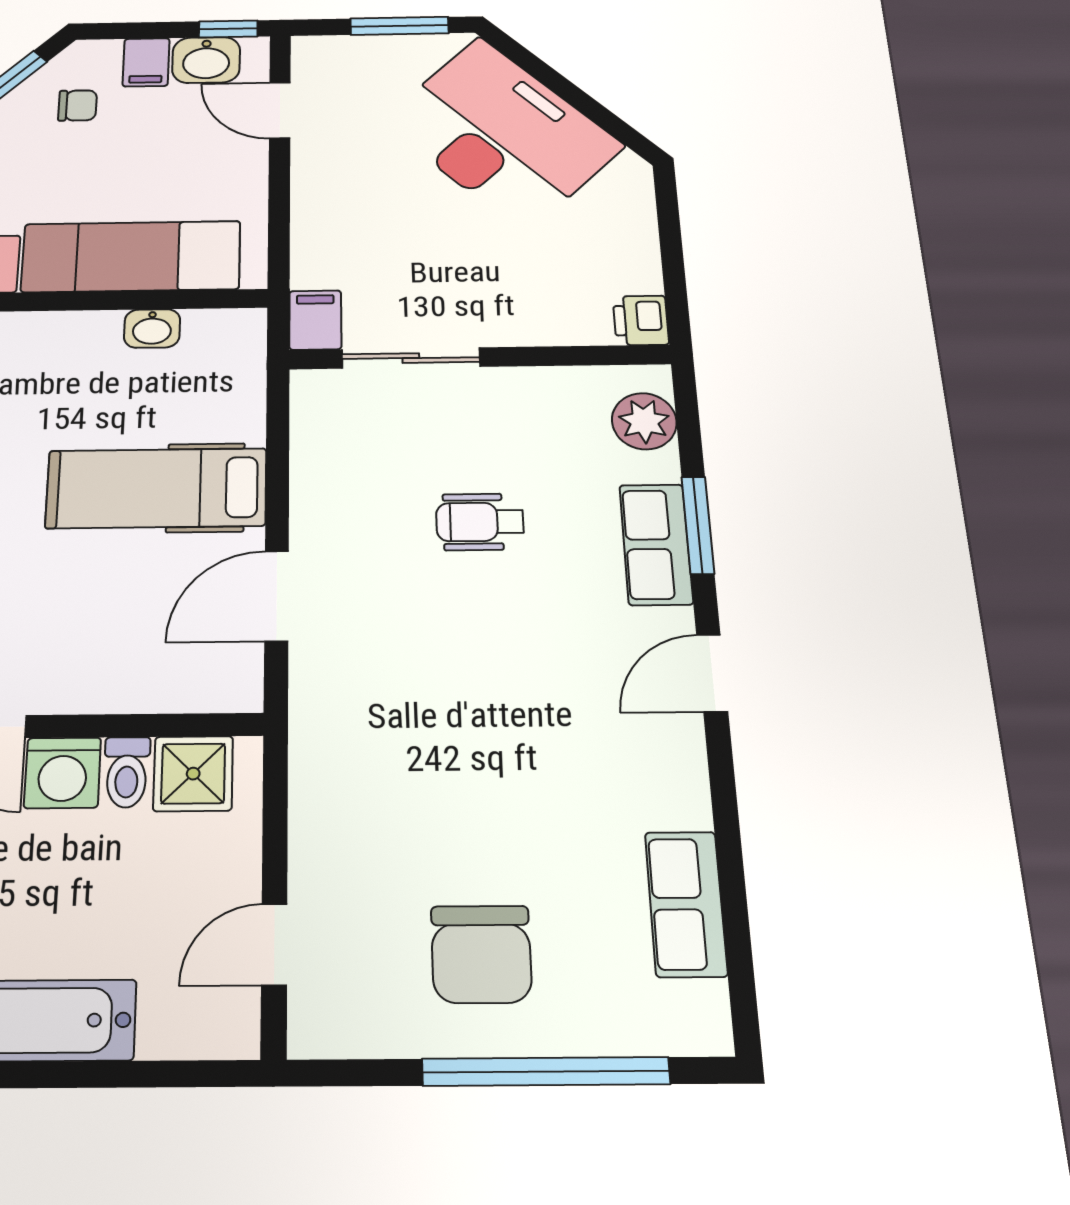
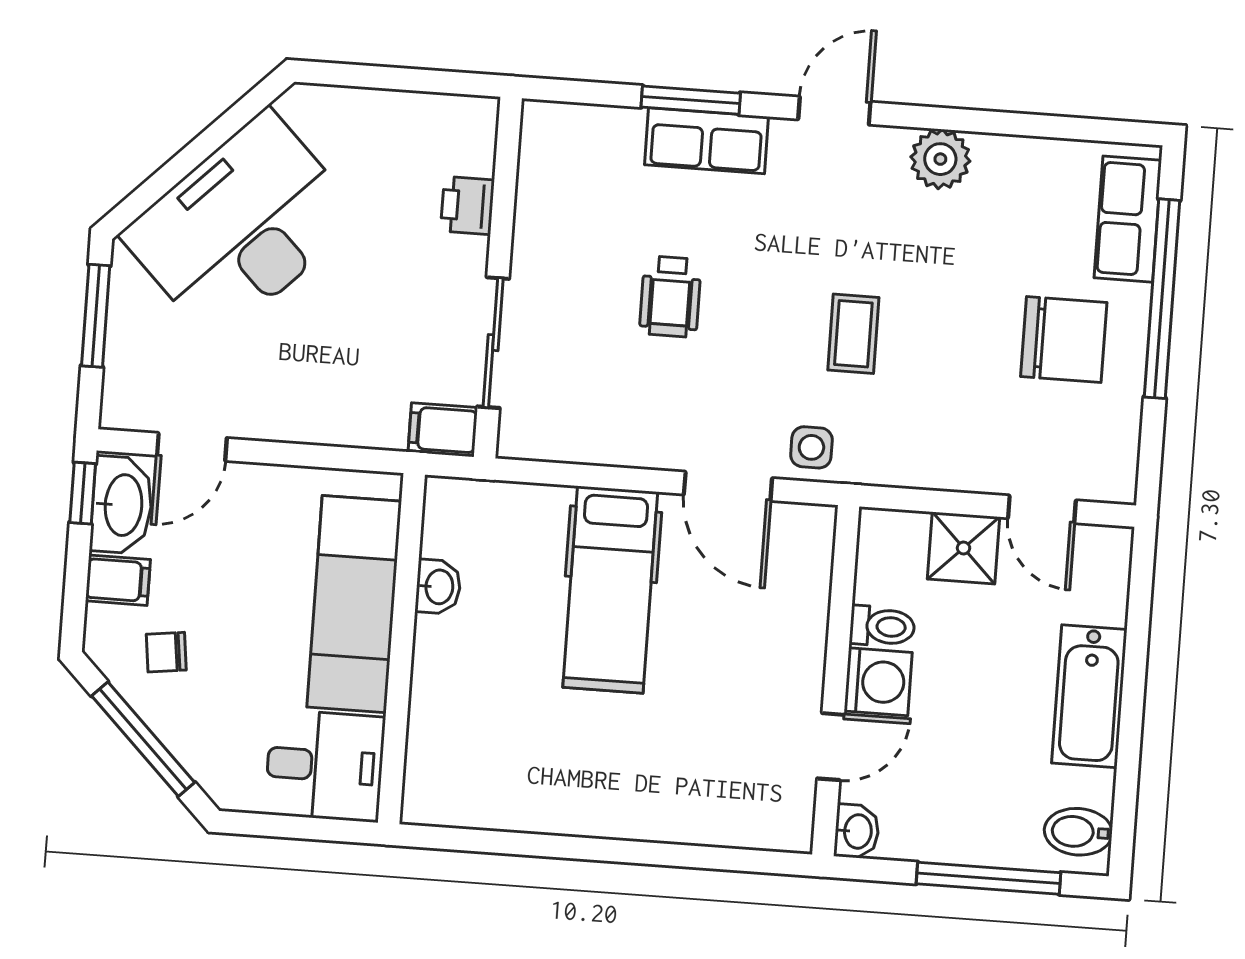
washbasin: (206, 60) -> (122, 505), width x1.38
chair: (78, 105) -> (166, 652), turned -97
printer: (641, 320) -> (467, 206), moved, turned 90
plant: (644, 421) -> (940, 159), moved
door: (712, 673) -> (834, 111), swing flipped
side table: (327, 679) -> (811, 447), added
coffee table: (461, 714) -> (853, 334), added
shower: (193, 774) -> (964, 548), moved
row of seats: (686, 904) -> (1128, 219), moved, turned 90

